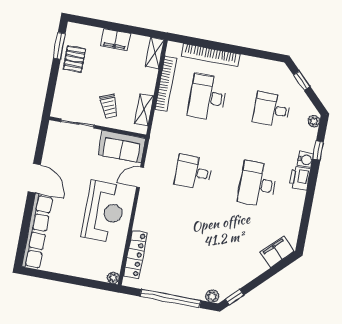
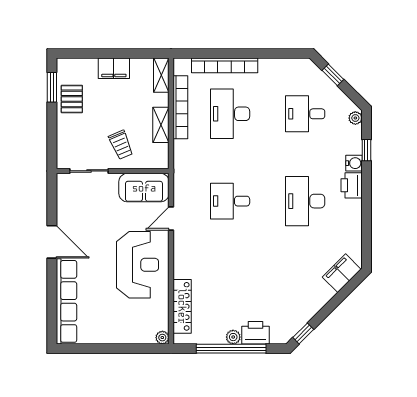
shelving: (144, 110) -> (161, 125), moved
printer: (194, 289) -> (256, 333), added
plant: (212, 296) -> (233, 337), moved

